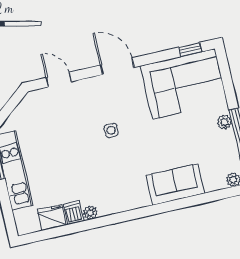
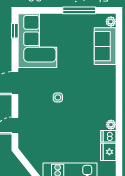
plant: (224, 122) -> (70, 19), removed
sofa: (175, 185) -> (105, 46), moved

